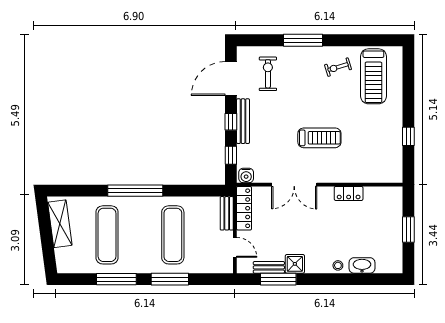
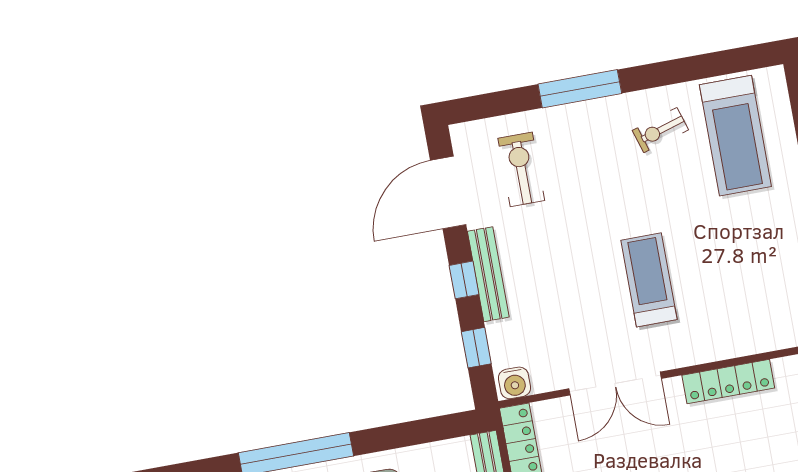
treadmill: (319, 138) -> (649, 280), turned -90
locker: (349, 193) -> (728, 382), width x1.53

